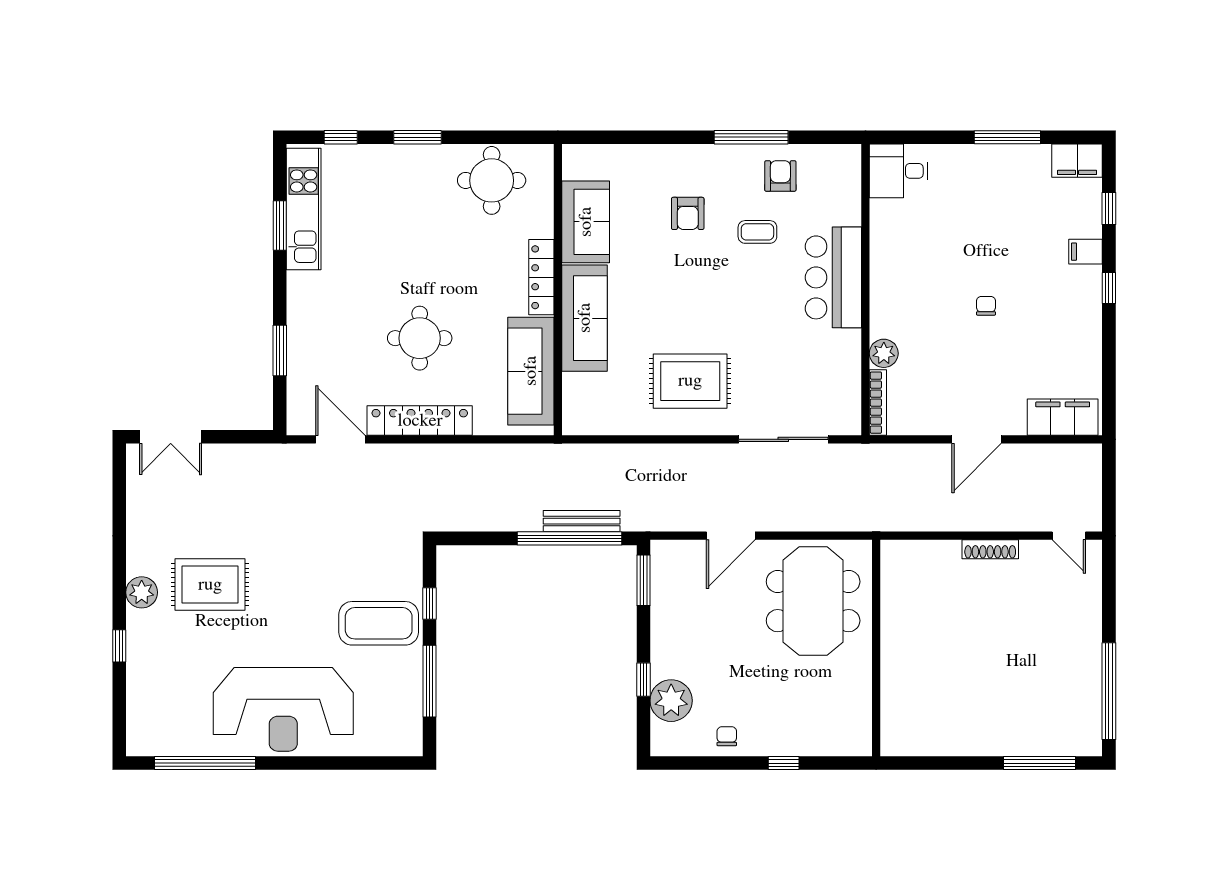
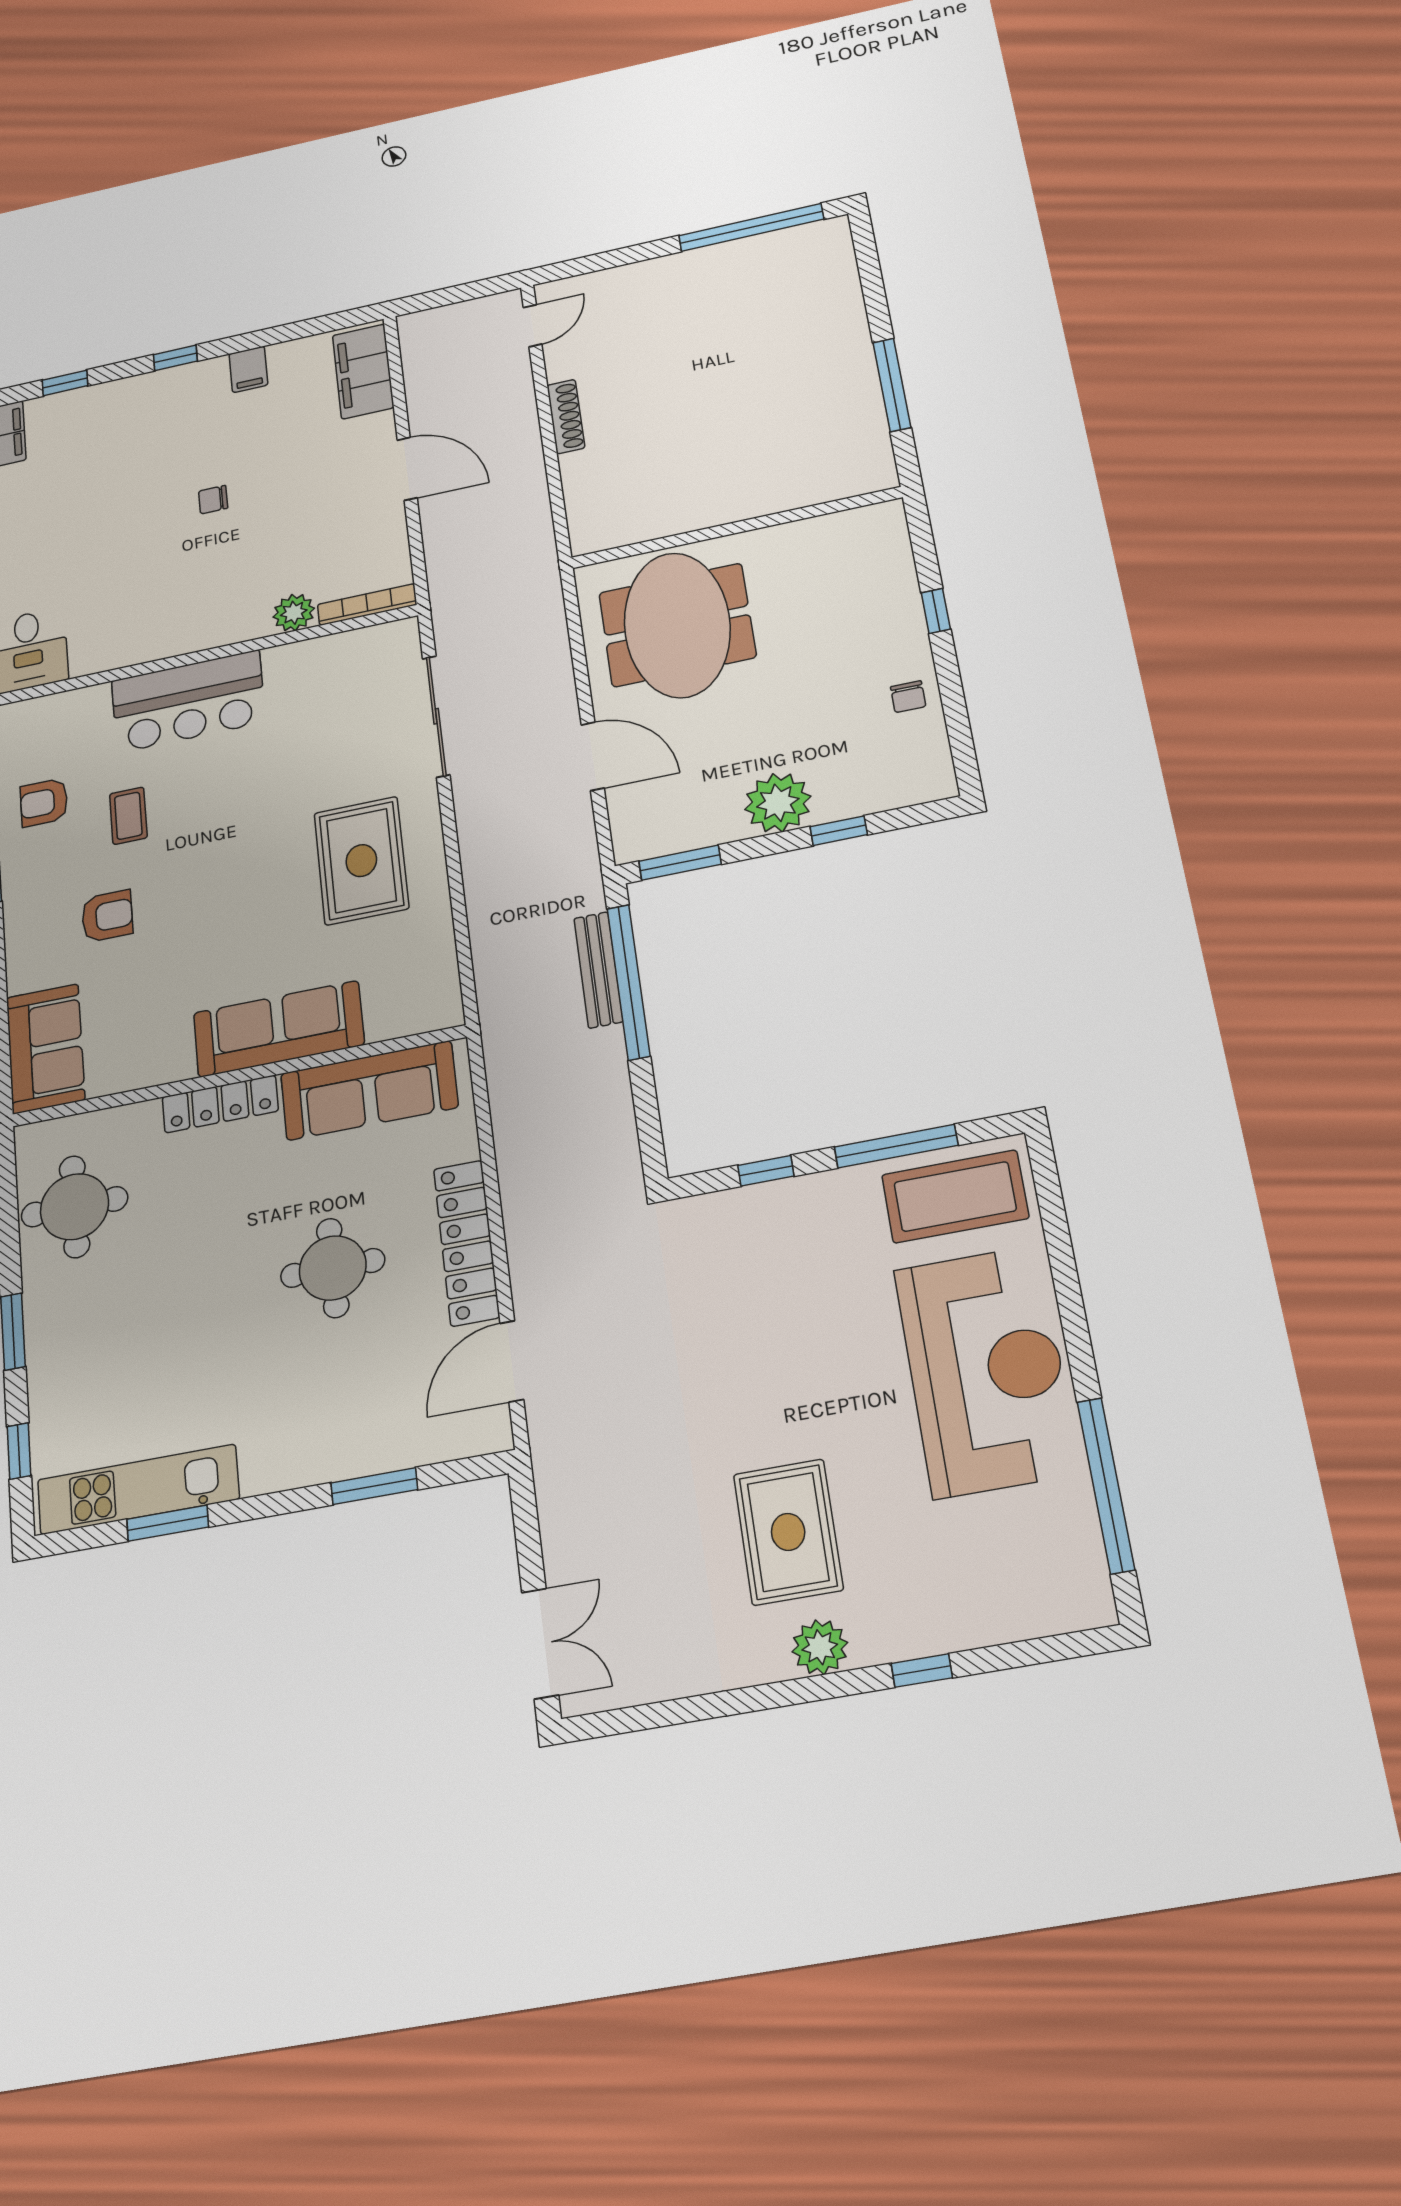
sofa: (586, 222) -> (45, 1049), moved, turned 90
filing cabinet: (1086, 252) -> (248, 369), moved
meeting table: (813, 601) -> (677, 625), turned 90
coffee table: (379, 623) -> (955, 1197), moved, turned 90
plant: (671, 701) -> (778, 803), moved
chair: (727, 736) -> (908, 697), turned -90
window: (1039, 763) -> (892, 385), moved

